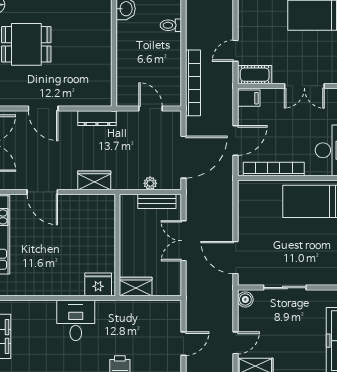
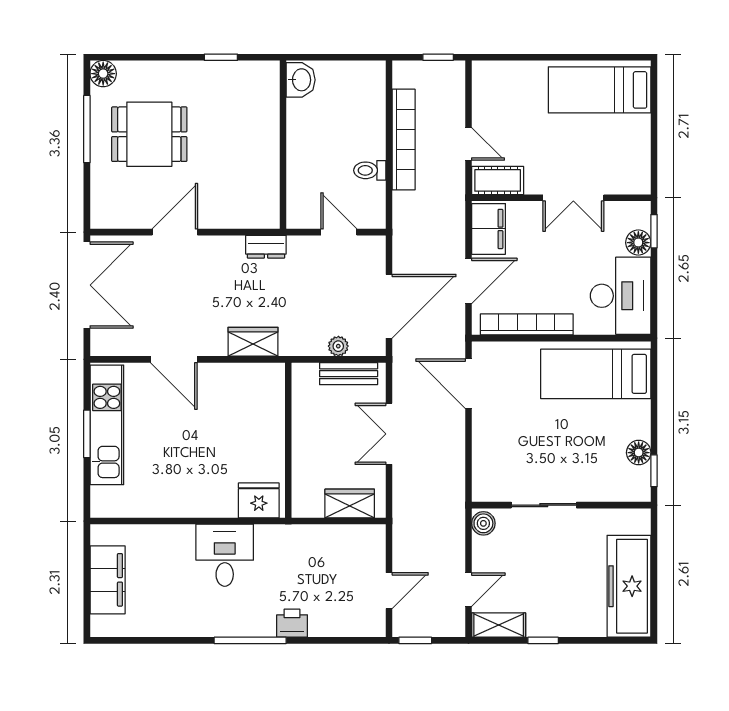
toilet: (171, 25) -> (370, 170), moved
door: (236, 51) -> (468, 144), swing flipped
bookcase: (193, 83) -> (404, 140), moved
filing cabinet: (249, 98) -> (489, 229), width x2.00
door: (43, 109) -> (175, 232), swing flipped
dresser: (97, 118) -> (266, 247), width x0.70
door: (236, 258) -> (468, 384), moved
wardrobe: (136, 286) -> (350, 504), moved

